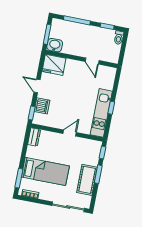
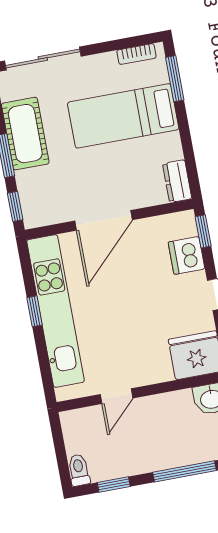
door: (92, 61) -> (117, 396), swing flipped
kitchen unit: (101, 113) -> (55, 311), width x1.36
door: (70, 133) -> (103, 220), width x1.88

